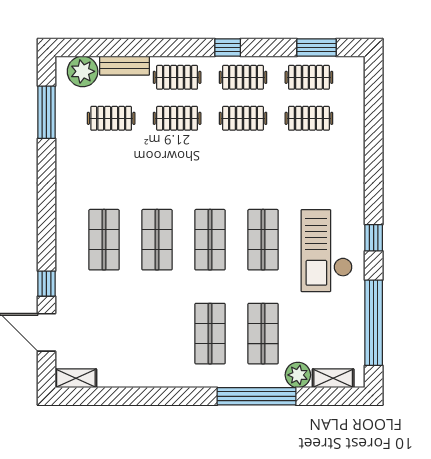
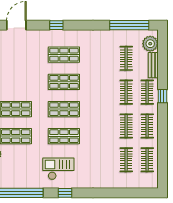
window: (228, 48) -> (162, 96), moved
window: (316, 48) -> (162, 164), removed
window: (46, 112) -> (129, 25), width x1.46
checkout: (327, 251) -> (58, 169), width x0.73, depth x0.83
window: (46, 284) -> (56, 25), moved

